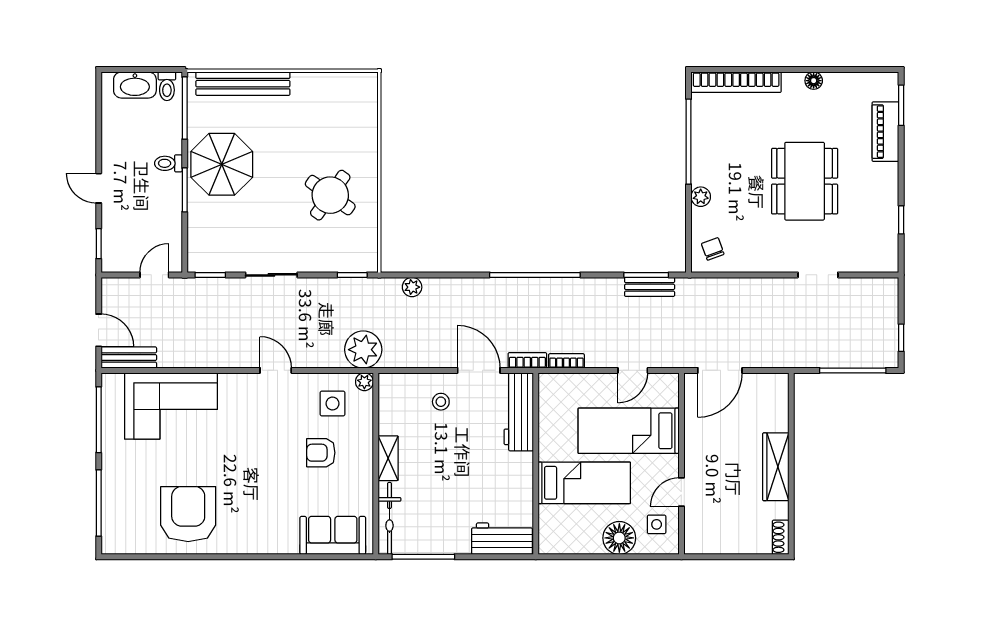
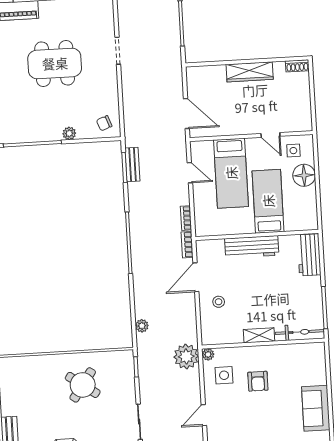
workbench: (519, 412) -> (252, 247), moved
sofa: (333, 535) -> (316, 408), moved

